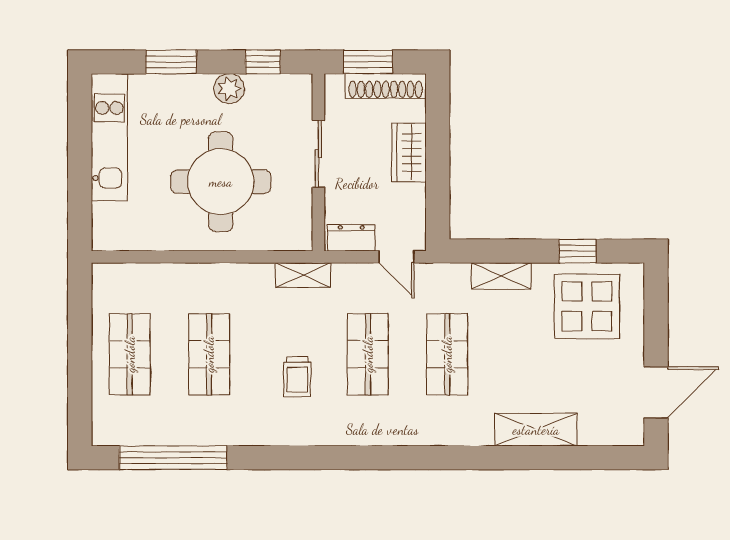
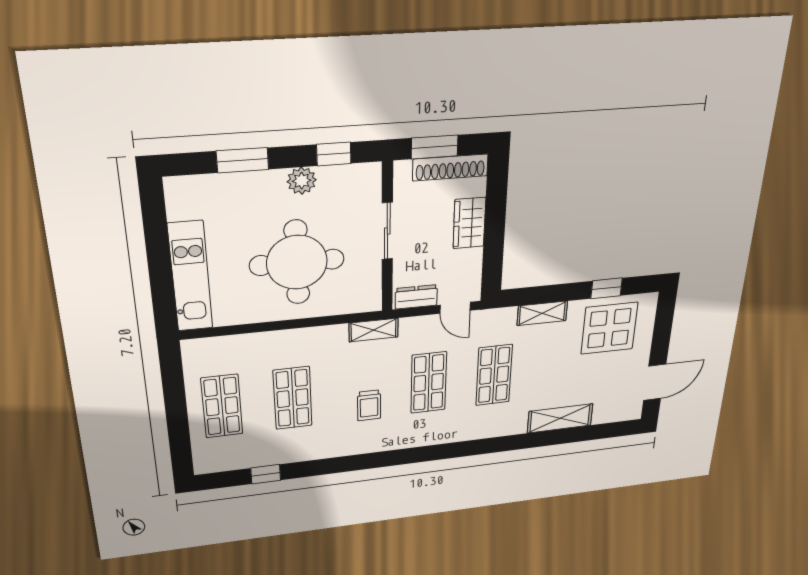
kitchen unit: (109, 137) -> (190, 277), moved
window: (173, 458) -> (266, 474), width x0.32

